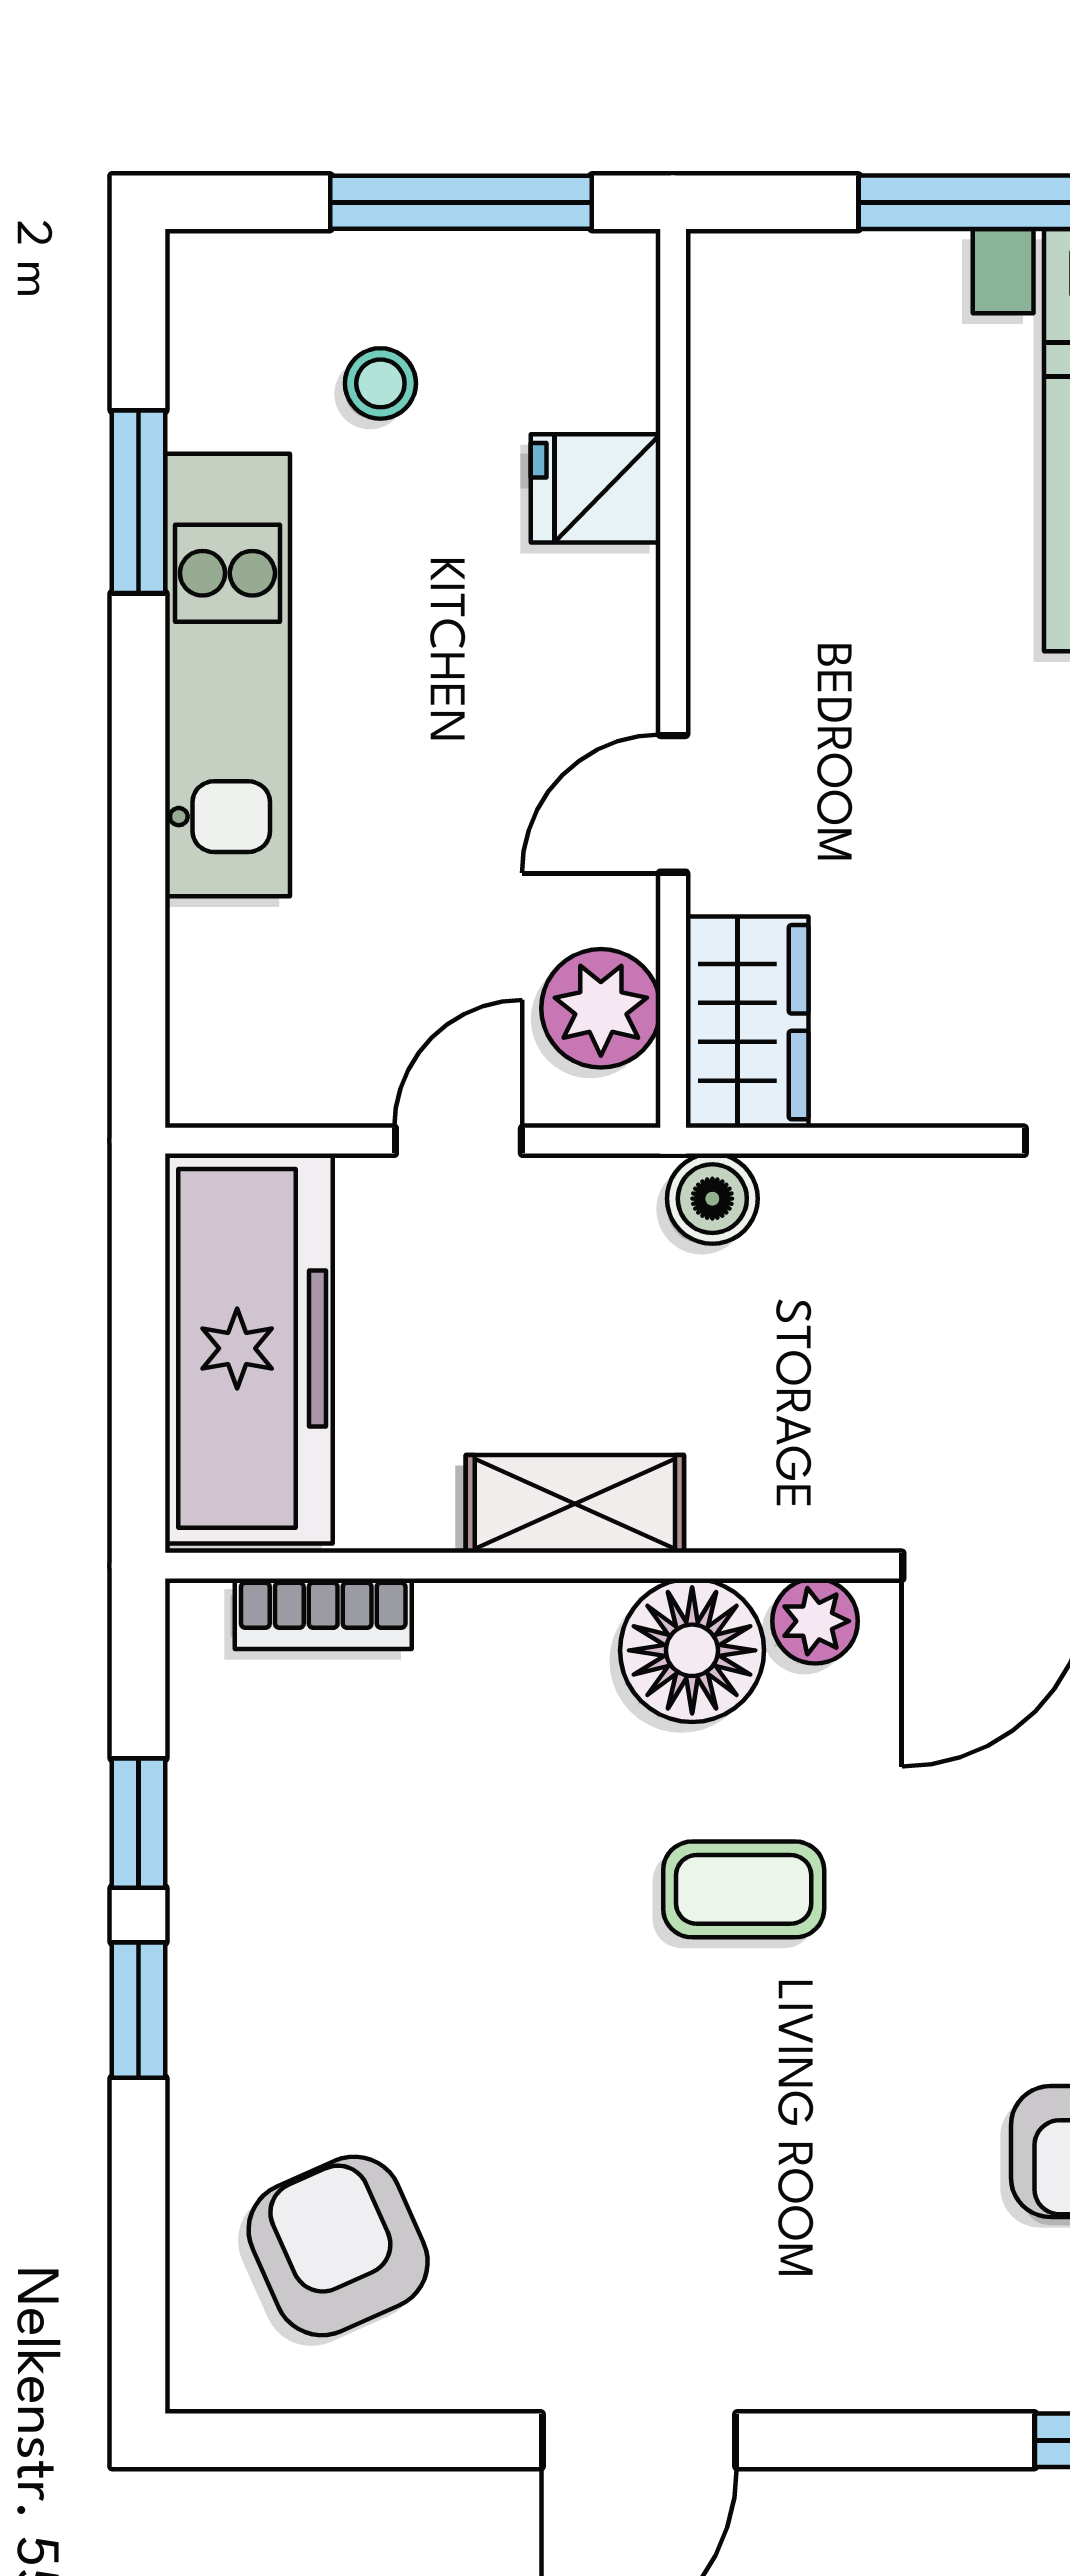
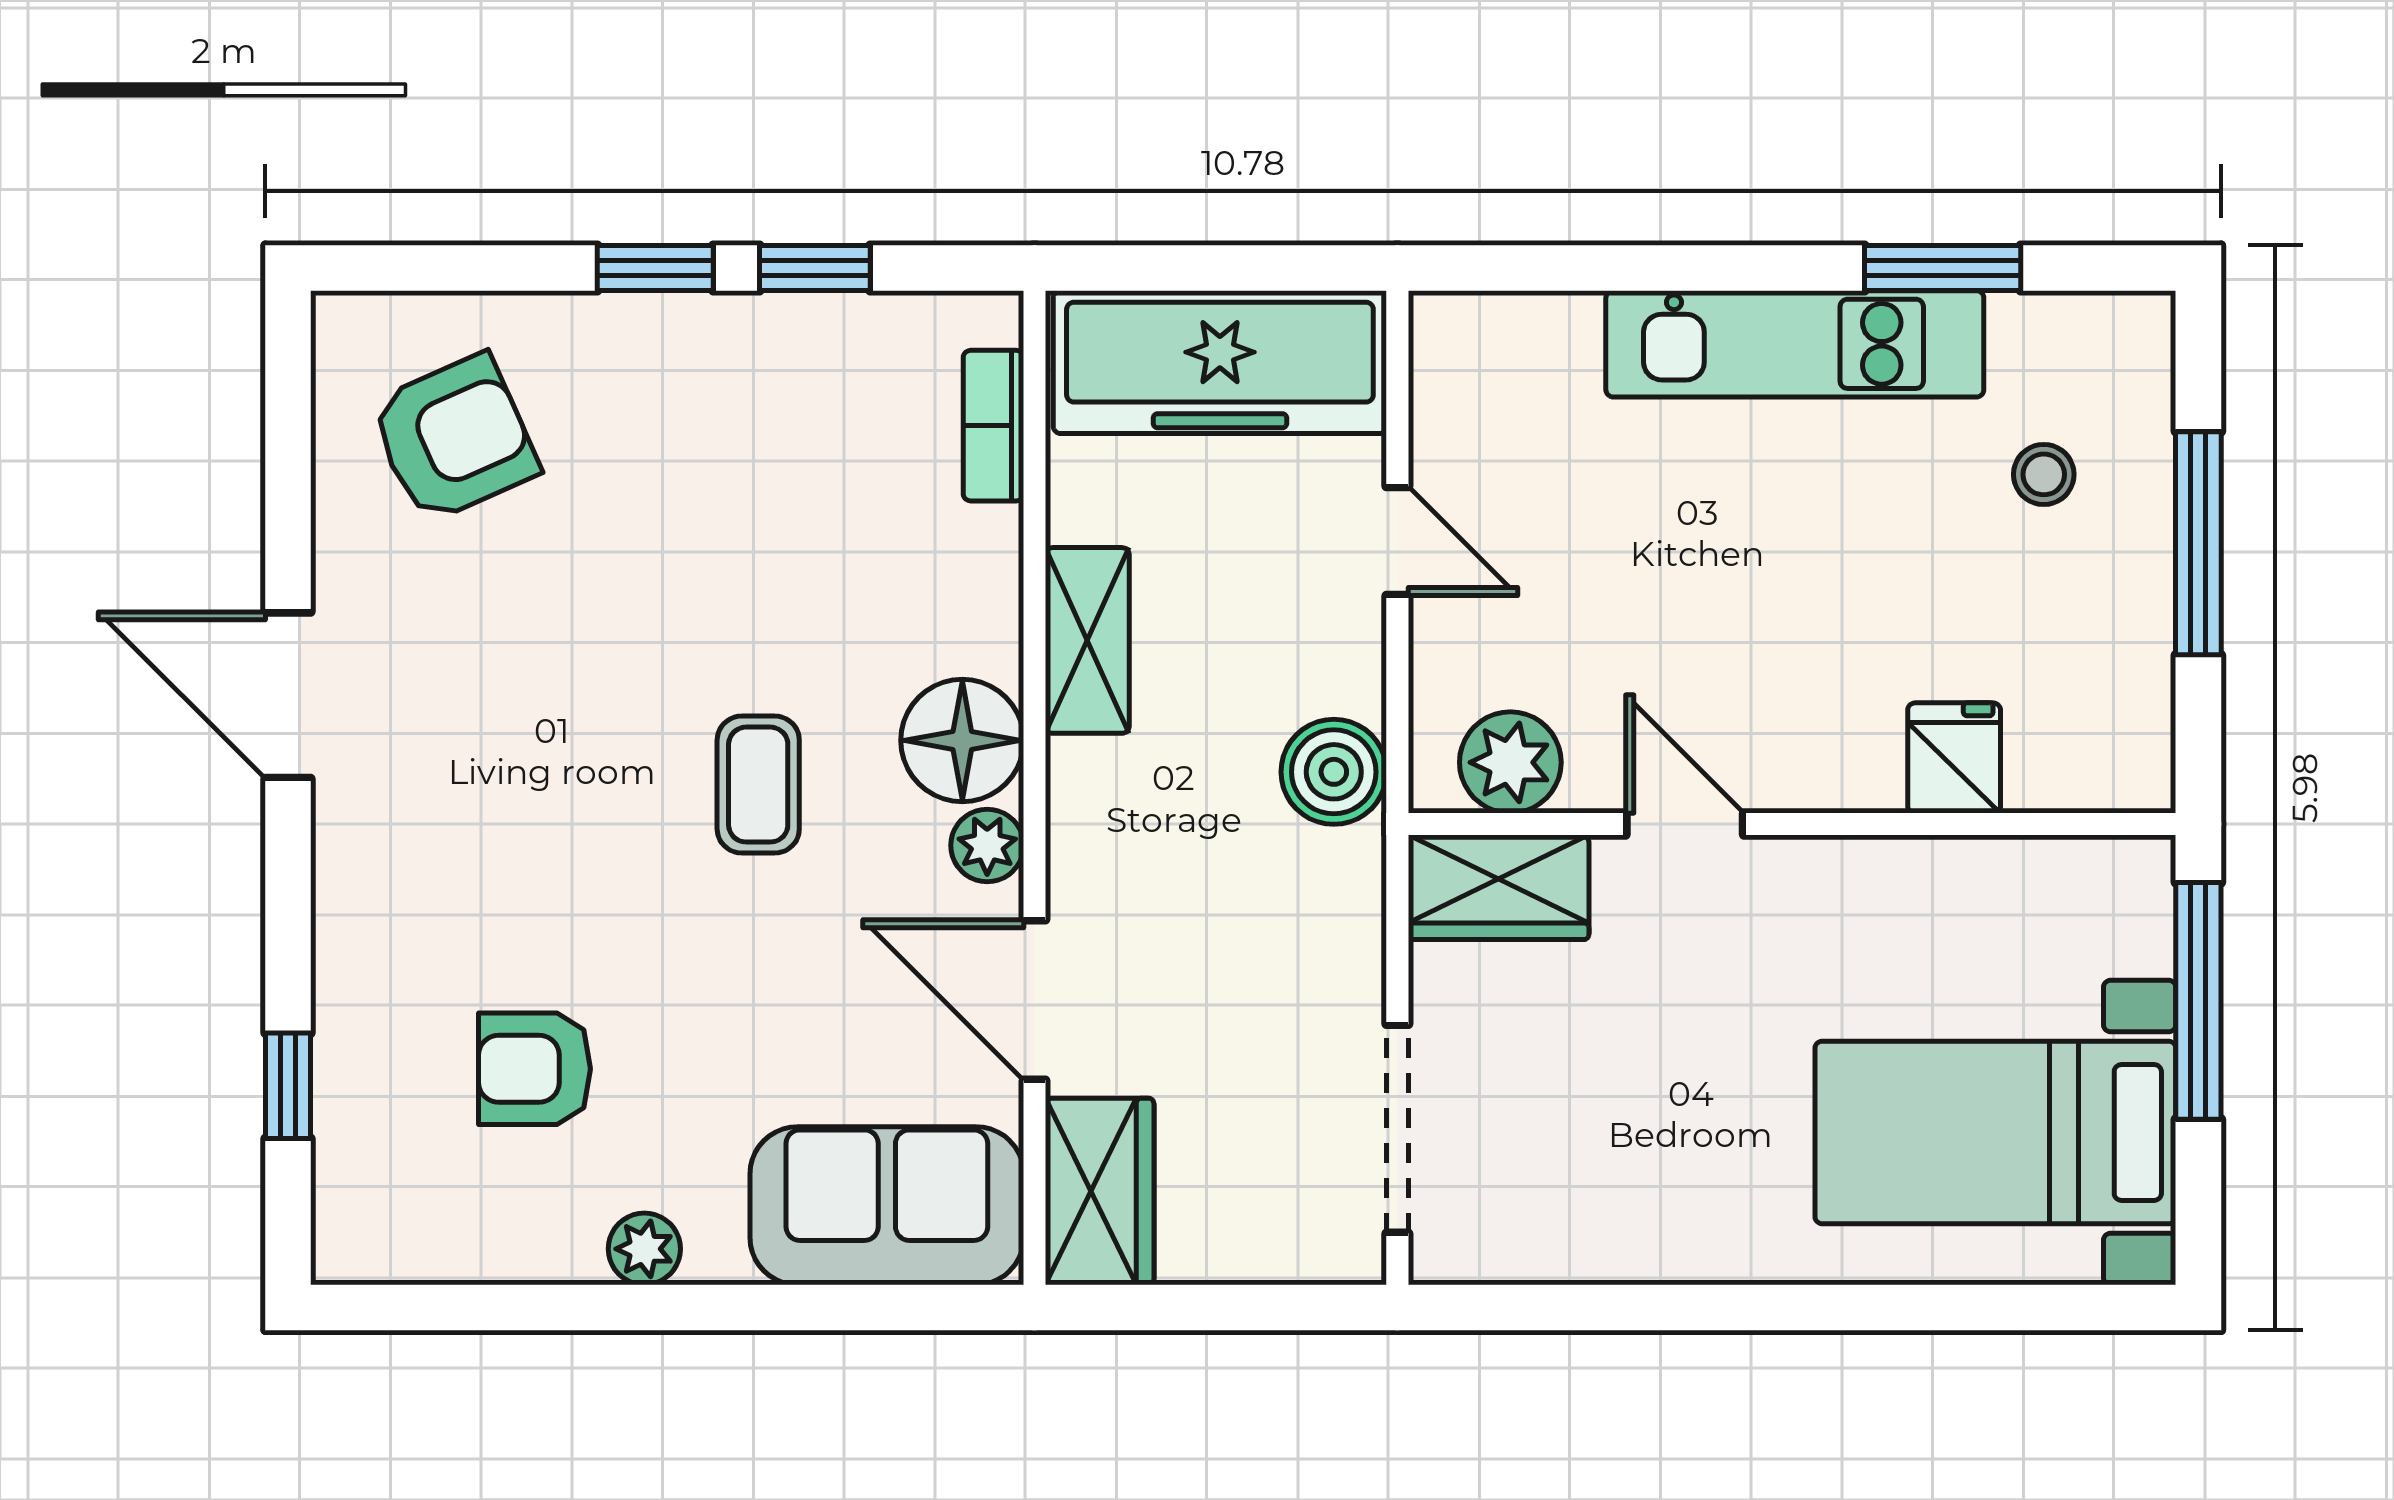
fridge: (596, 488) -> (1954, 758), moved
wall: (673, 678) -> (1792, 824), moved
door: (673, 804) -> (1685, 824), moved
plant: (601, 1008) -> (1510, 762), moved
wardrobe: (747, 1022) -> (1499, 887), moved
boiler: (712, 1199) -> (1334, 772), width x1.36, depth x1.36

